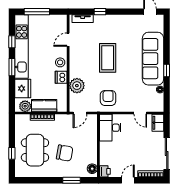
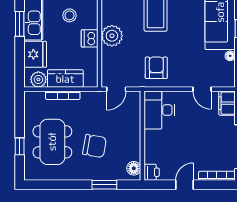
stool: (60, 62) -> (70, 15), moved
plant: (77, 86) -> (112, 36), moved

